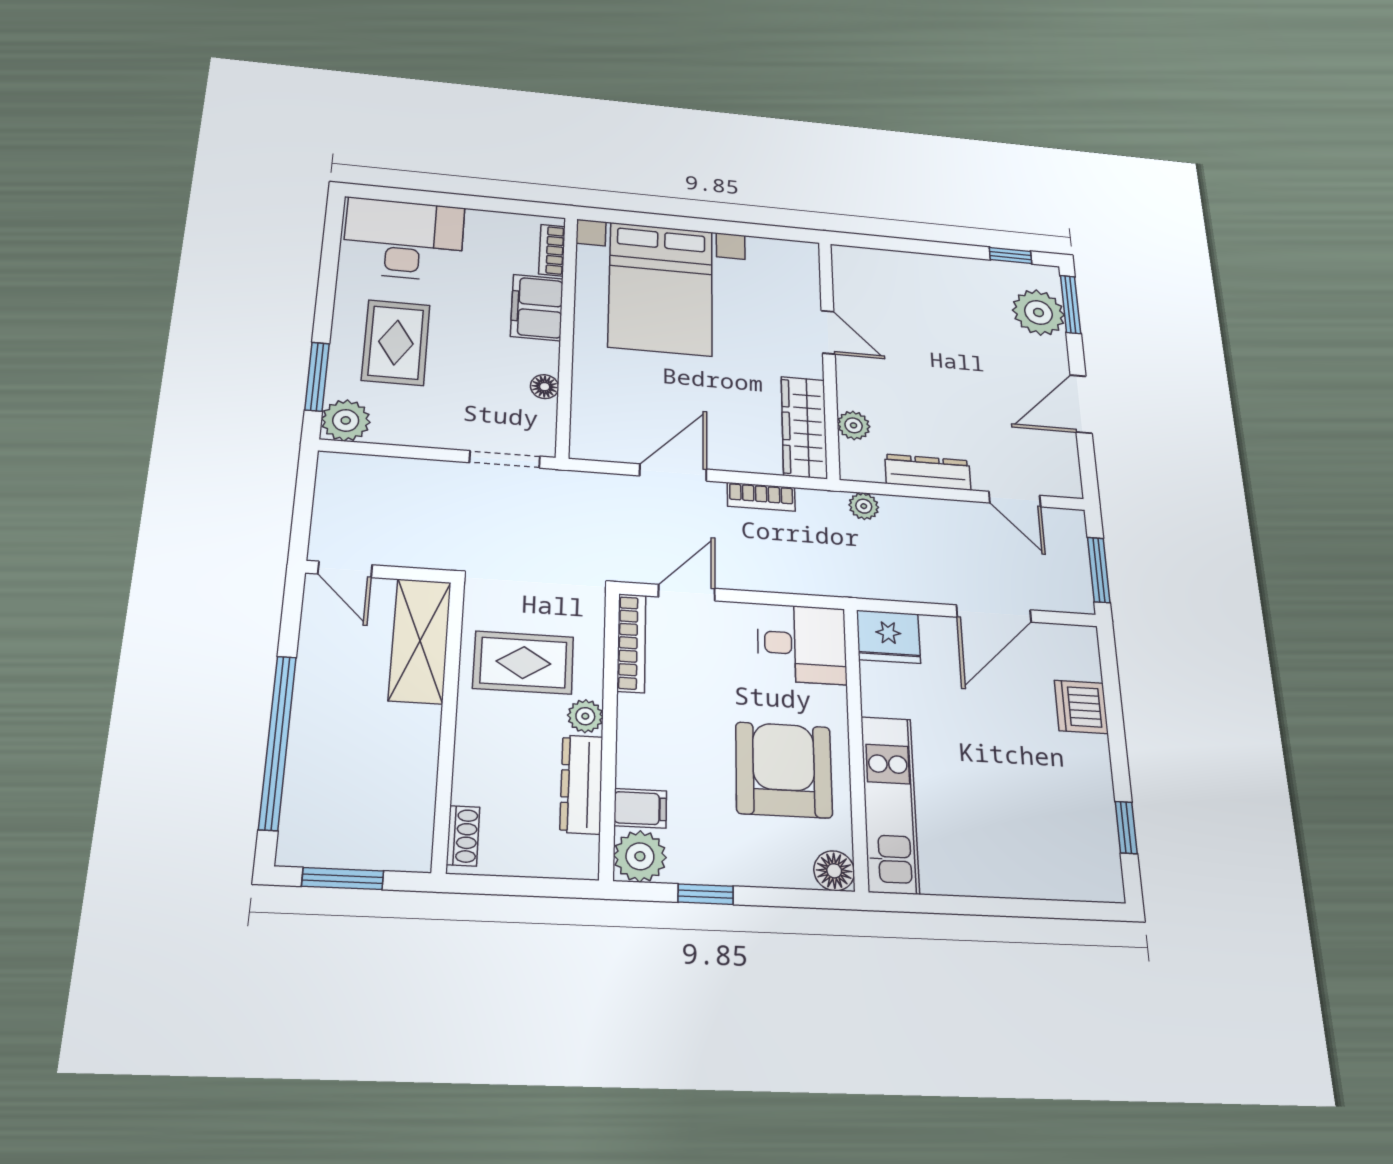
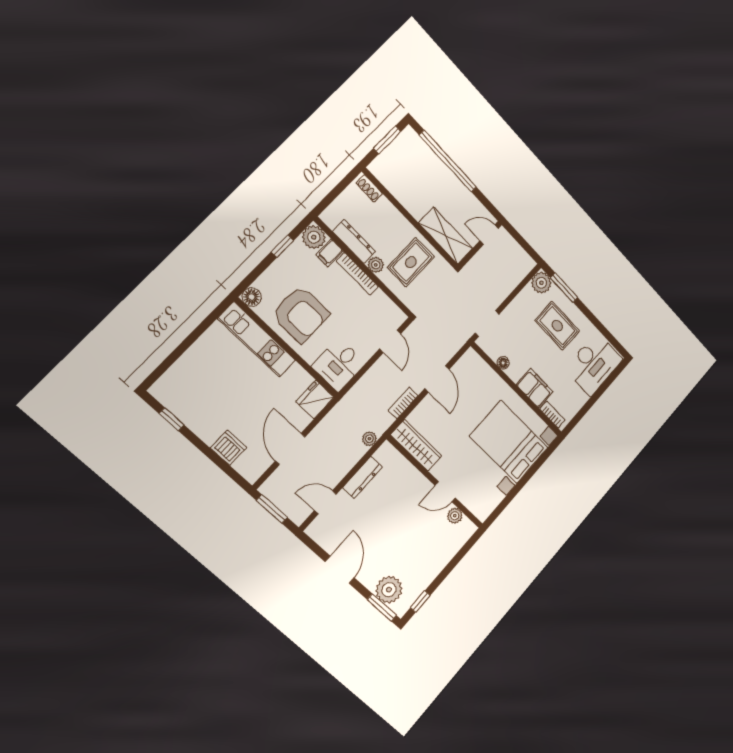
plant: (854, 425) -> (455, 516), moved
bookcase: (631, 643) -> (357, 274), moved

